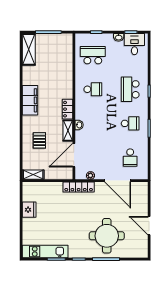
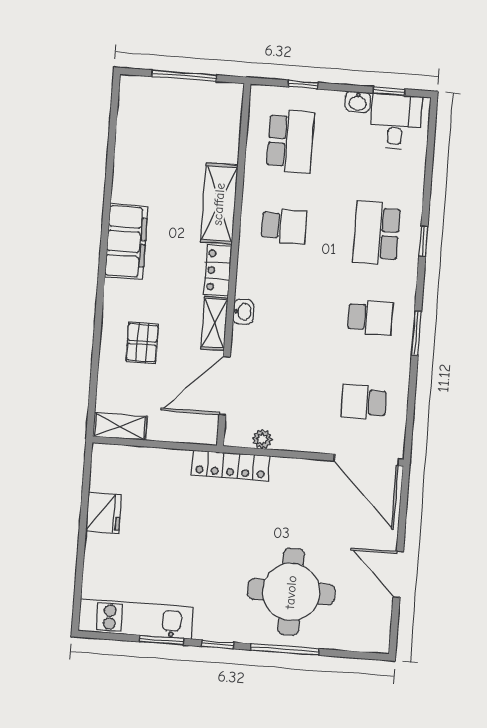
shelving: (29, 49) -> (219, 204), moved
school desk: (93, 55) -> (290, 141), turned 90
school desk: (130, 158) -> (364, 402), turned 90
door: (118, 181) -> (366, 460), moved

